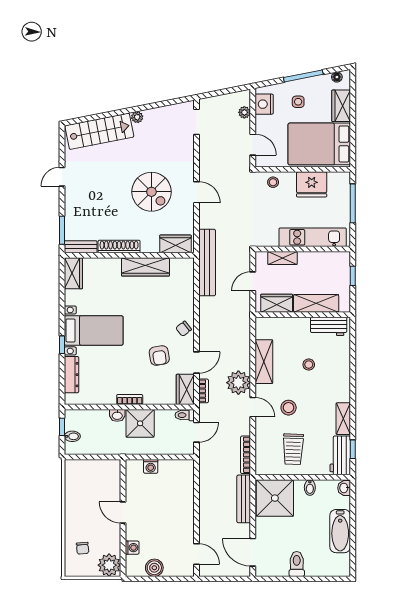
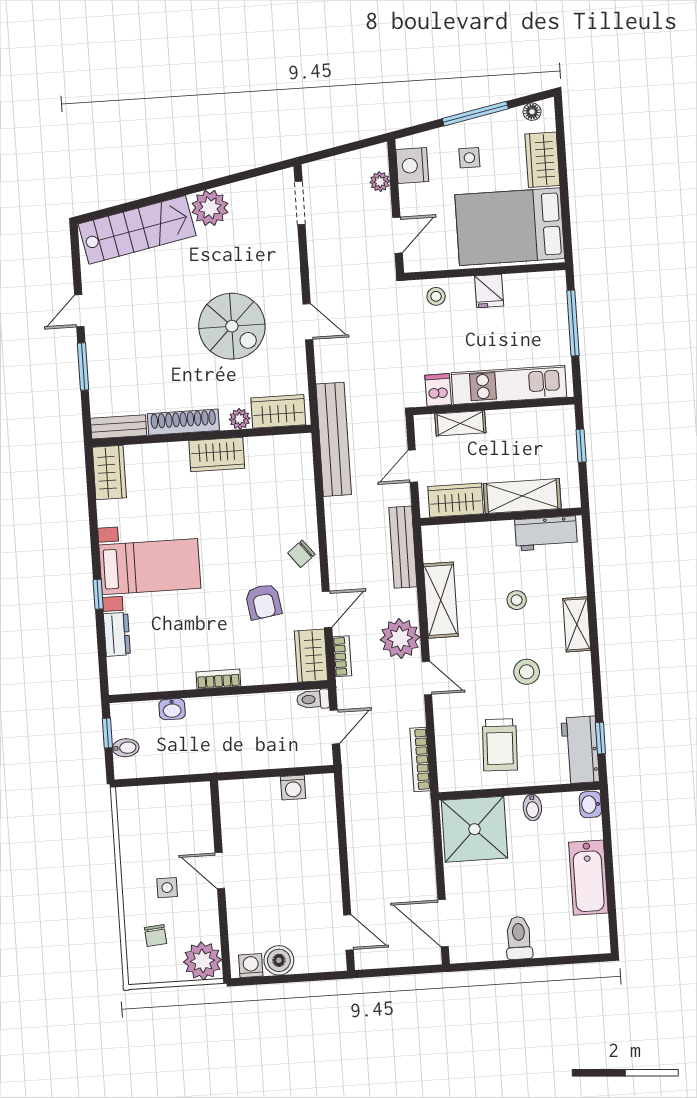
plant: (137, 117) -> (210, 208), width x1.87, depth x1.87
door: (253, 145) -> (398, 235), hinge flipped
fridge: (312, 184) -> (489, 291), width x0.53, depth x0.75
window: (62, 230) -> (83, 367), moved
dishwasher: (271, 237) -> (438, 390), added
plant: (152, 247) -> (240, 419), added
wardrobe: (145, 267) -> (217, 455), width x0.67
dresser: (72, 375) -> (117, 634), width x0.70
stool: (289, 408) -> (527, 672), moved
washbasin: (117, 415) -> (172, 709), moved
shelving: (343, 419) -> (577, 624), moved
shower: (140, 423) -> (239, 718), removed
washing machine: (151, 466) -> (293, 787), moved
bench: (244, 499) -> (403, 547), moved
side table: (91, 520) -> (167, 888), added
washing machine: (132, 548) -> (251, 966), moved, turned -90

